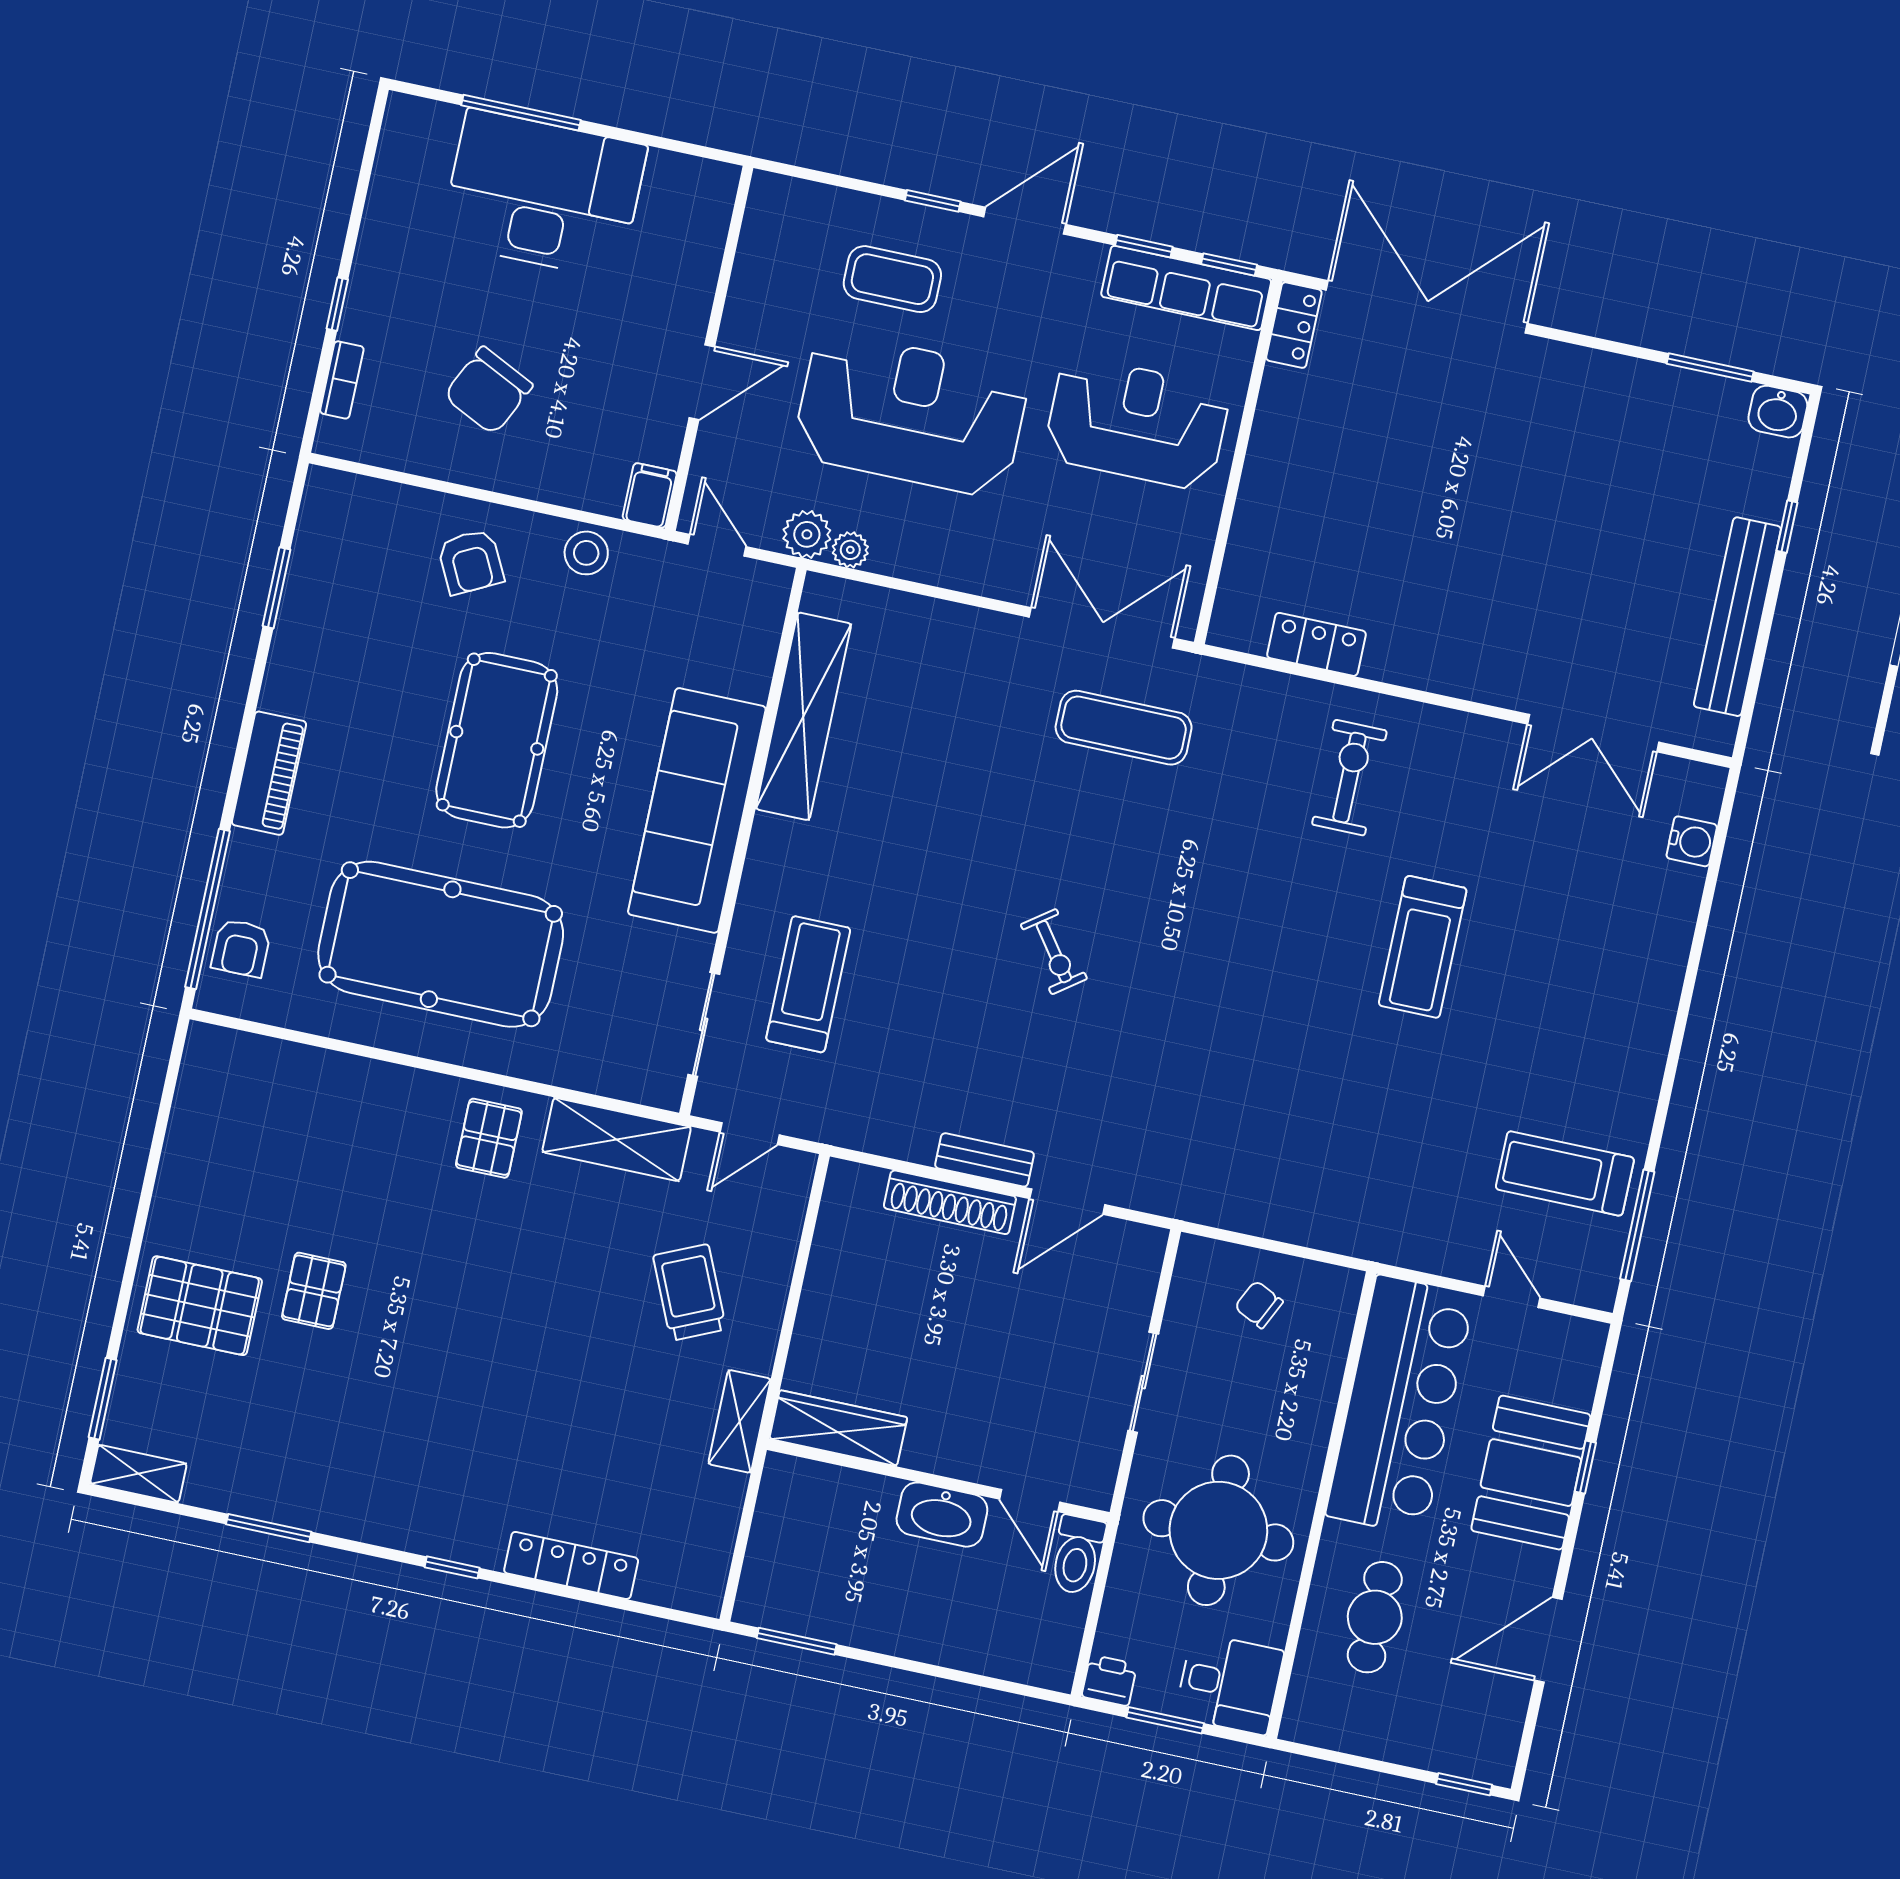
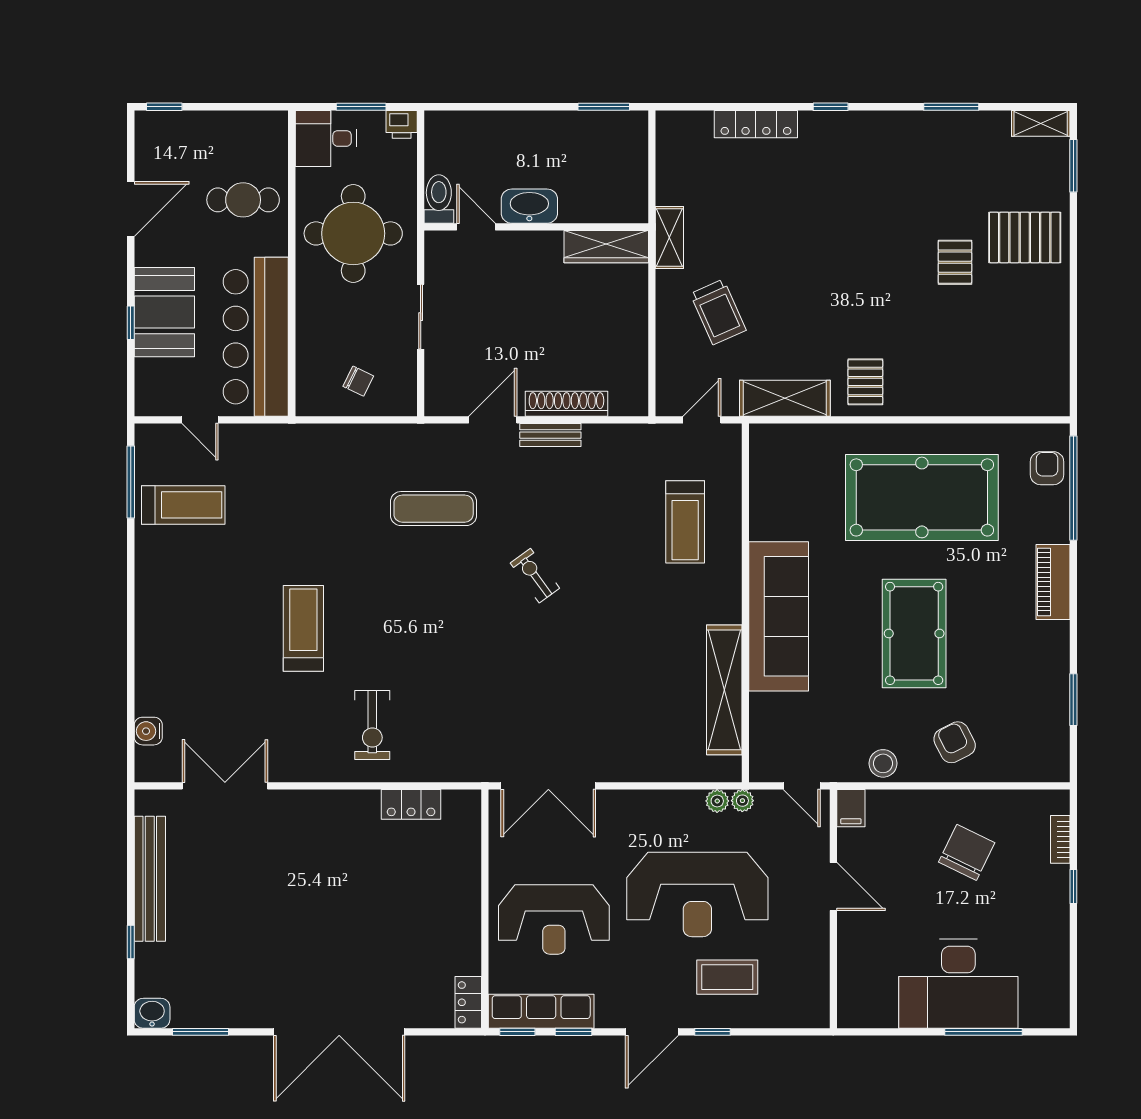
double door: (1427, 307) -> (339, 1032), moved
door: (702, 382) -> (833, 887), swing flipped
plant: (807, 534) -> (742, 801), width x0.73, depth x0.73
exercise mat: (1124, 728) -> (434, 509), moved
sliding door: (704, 1024) -> (745, 482), removed
cafe table: (1375, 1617) -> (243, 200), turned 90

